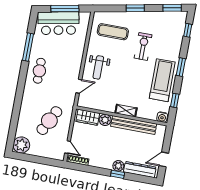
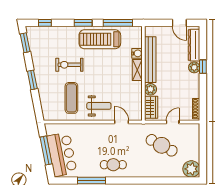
exercise mat: (113, 32) -> (71, 98), moved
window: (175, 100) -> (118, 23), width x2.17
water cooler: (162, 117) -> (137, 53), moved
door: (68, 147) -> (173, 122), moved

